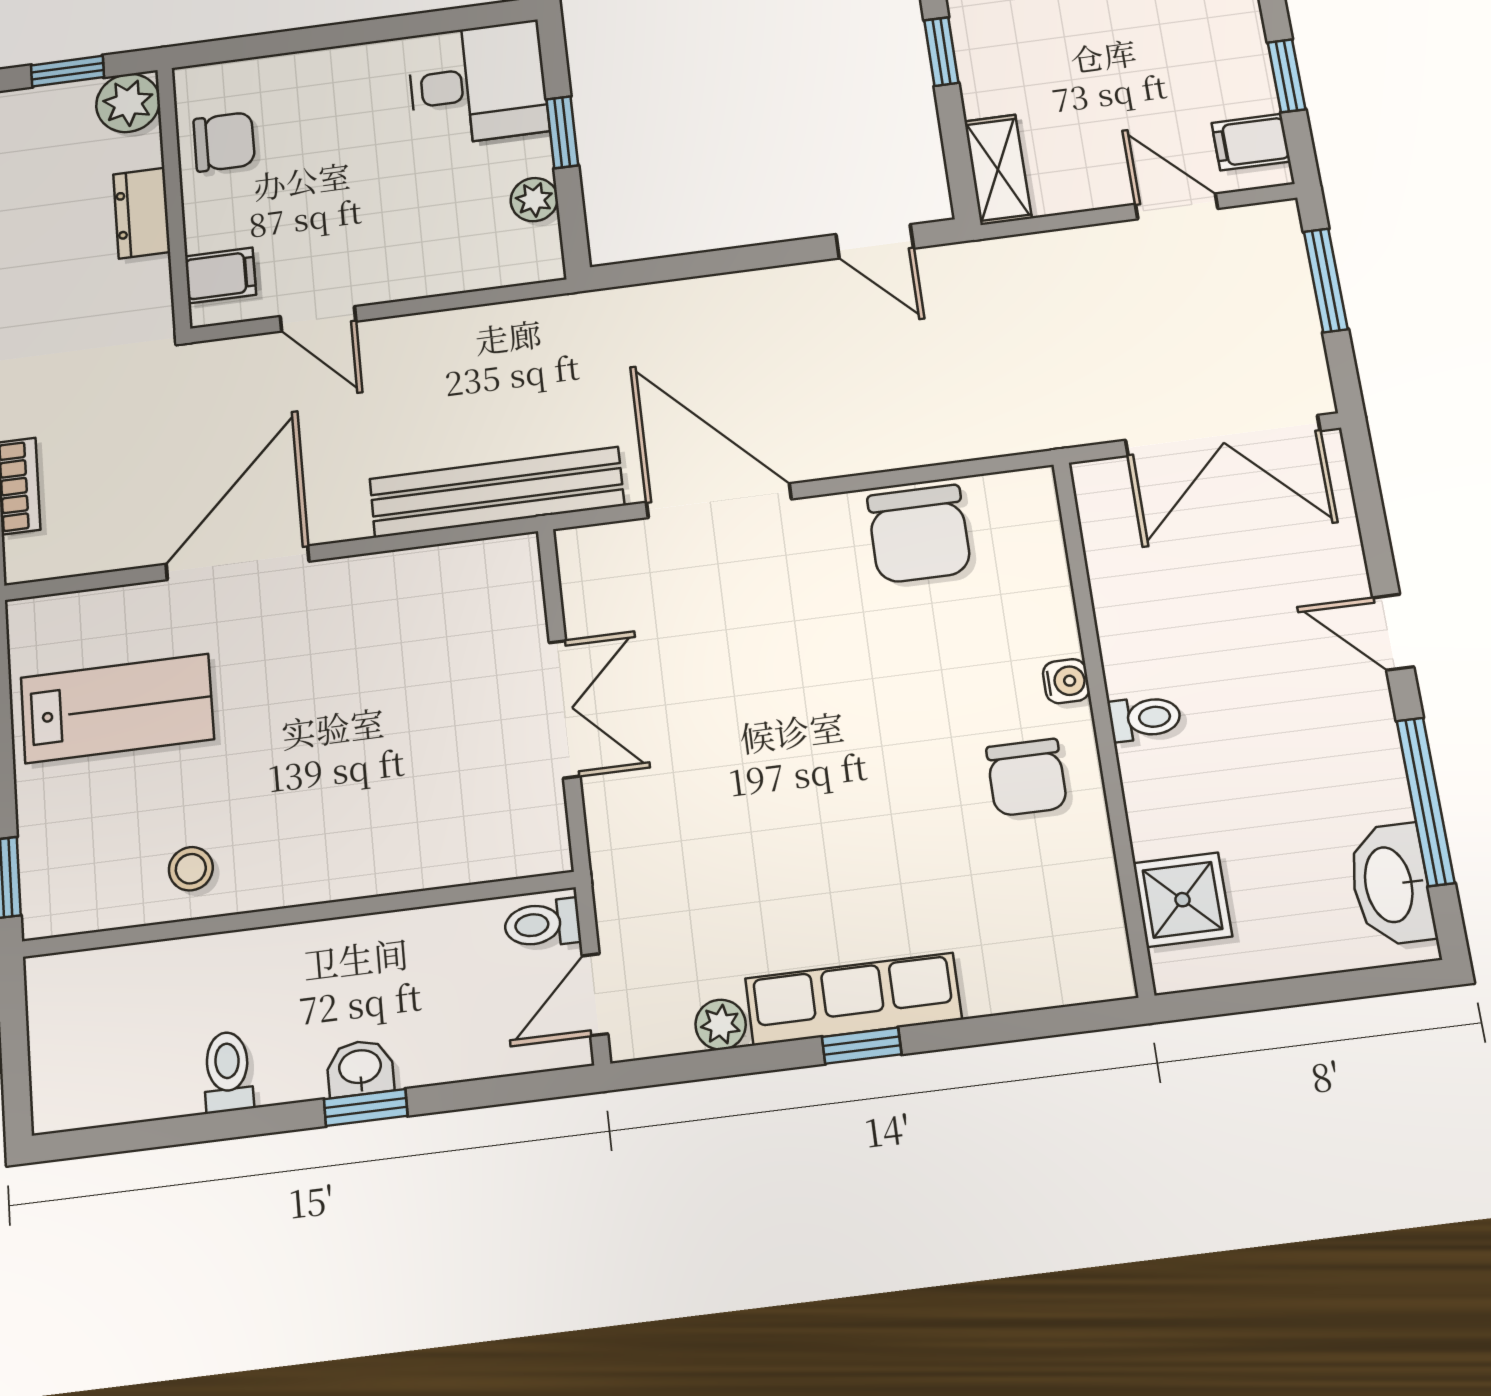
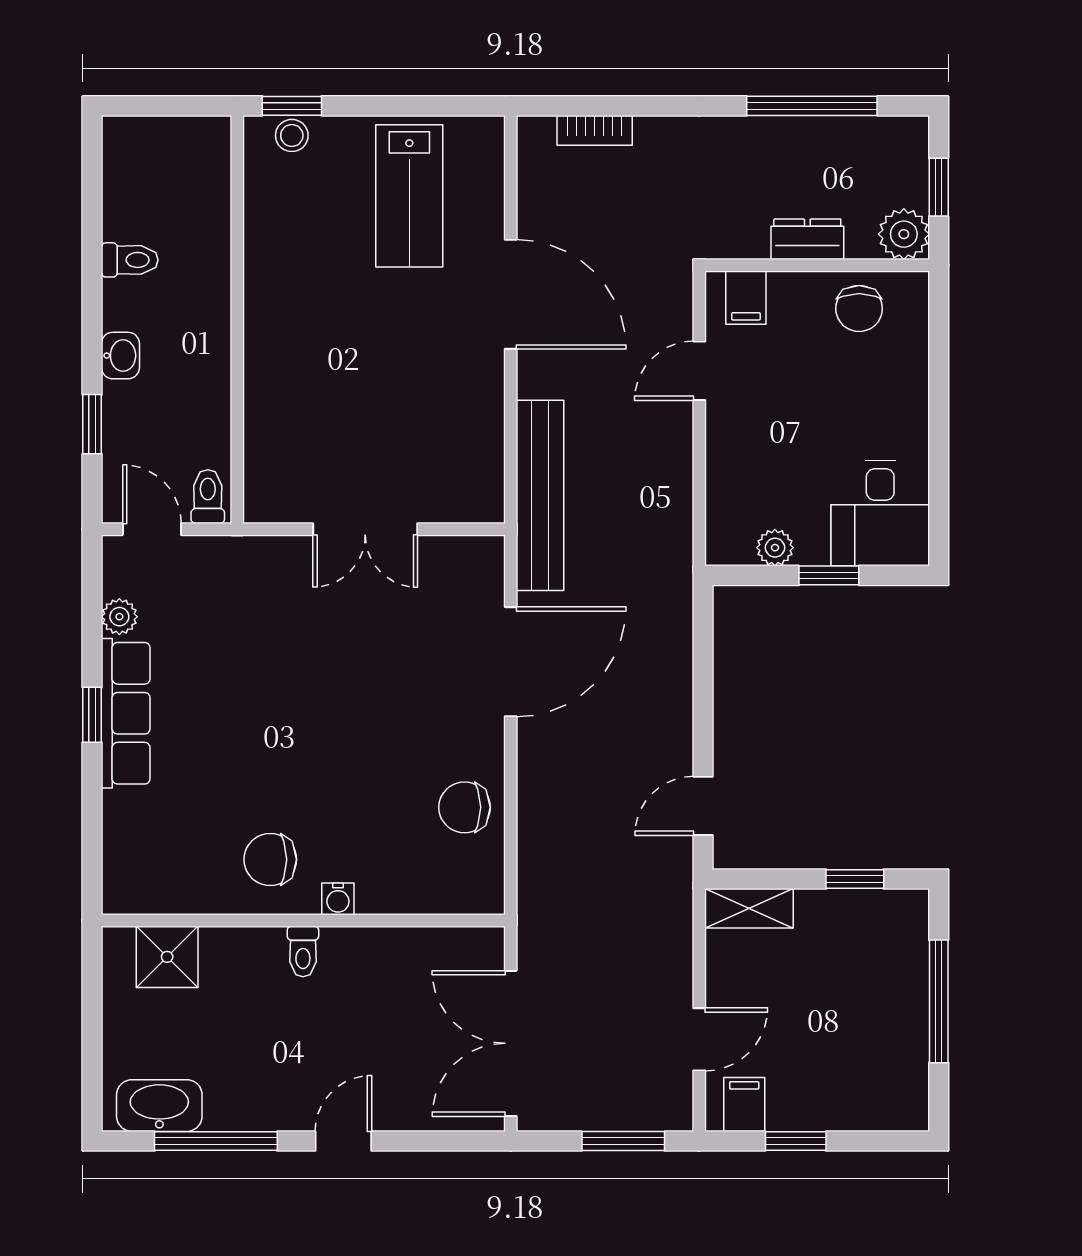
chair: (919, 534) -> (464, 807), width x0.73, depth x0.73
stool: (191, 869) -> (292, 135), moved
window: (366, 1108) -> (92, 424), moved

